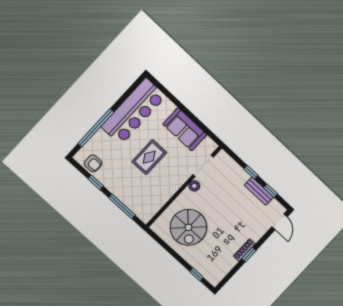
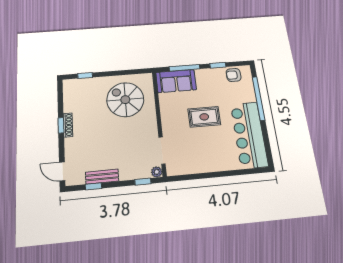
sofa: (185, 129) -> (176, 81), moved, turned 180
rug: (149, 157) -> (204, 117), turned 90
window: (251, 172) -> (143, 182), moved
plant: (194, 186) -> (157, 172), moved

